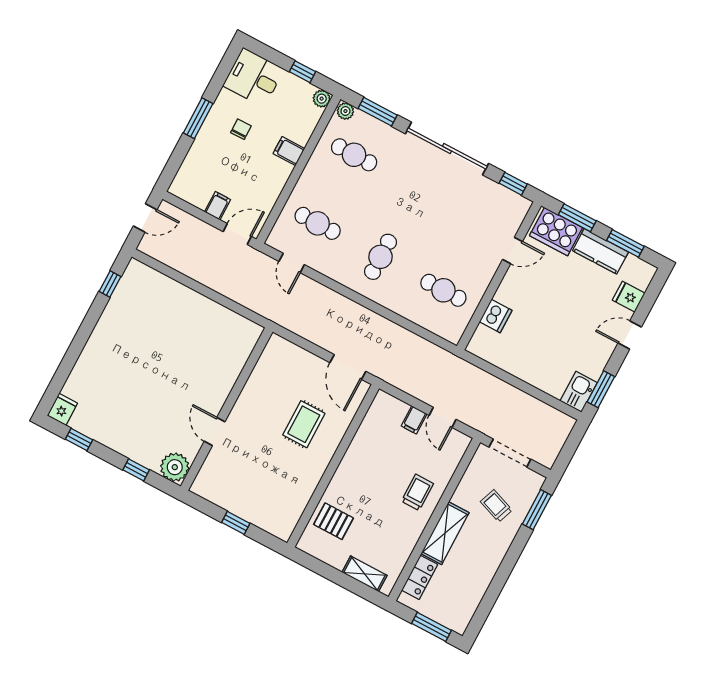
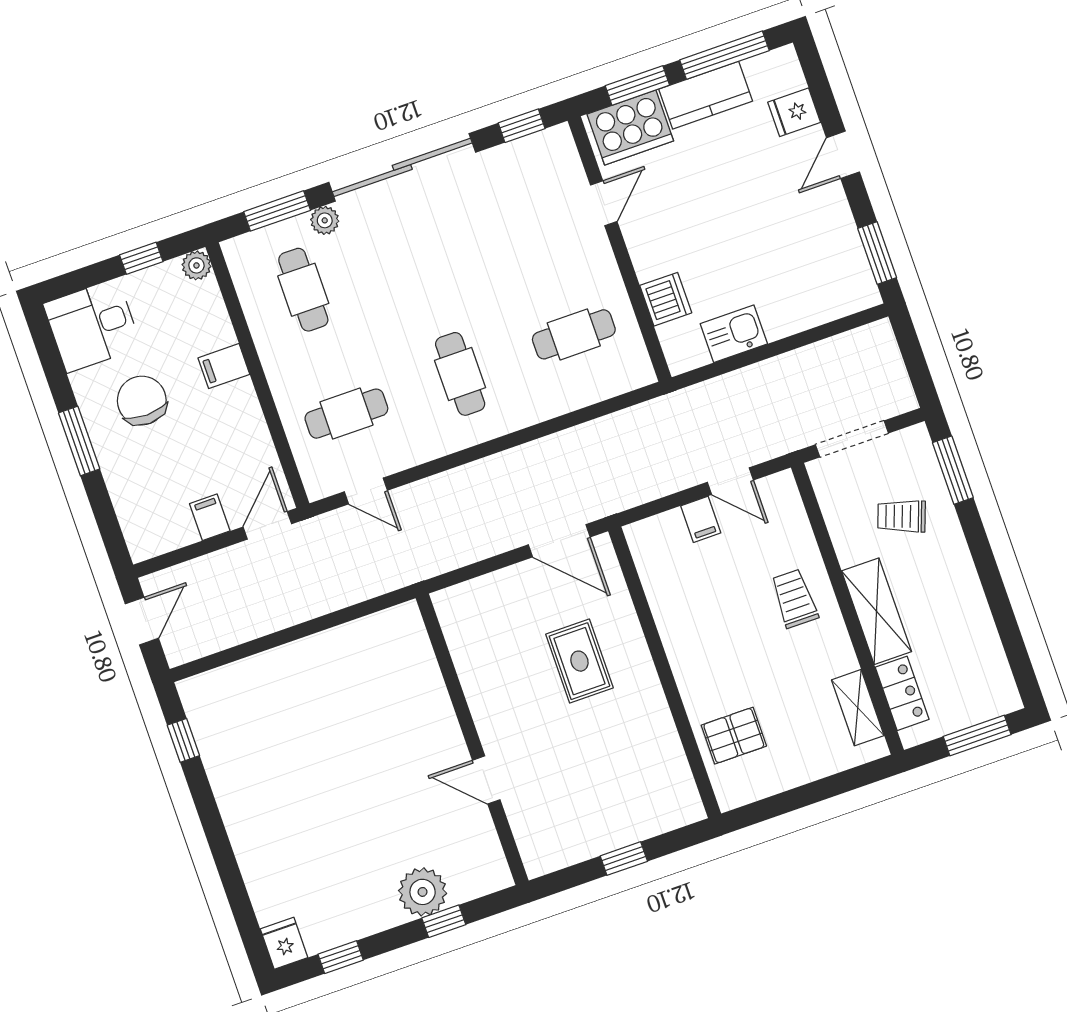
plant: (345, 111) -> (325, 220), moved
chair: (241, 129) -> (142, 401), width x1.87, depth x1.87
cafe table: (354, 155) -> (303, 290), turned 90
window: (625, 243) -> (724, 55), width x1.44
kitchen sink: (579, 392) -> (734, 334), moved, turned 90
plant: (175, 467) -> (423, 892), moved
shelving: (365, 574) -> (858, 708), moved, turned 90

